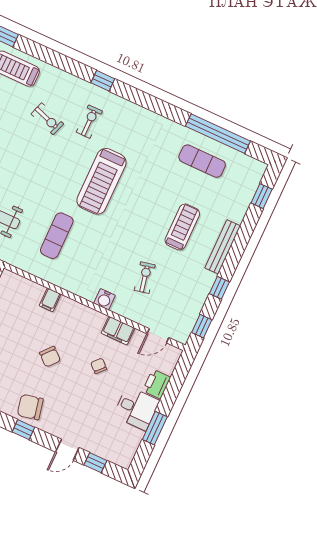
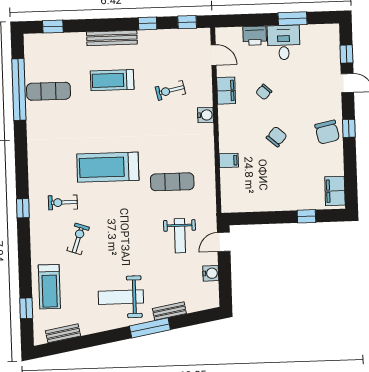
exercise mat: (202, 161) -> (49, 91), turned 90
treadmill: (101, 181) -> (108, 167), turned 180

